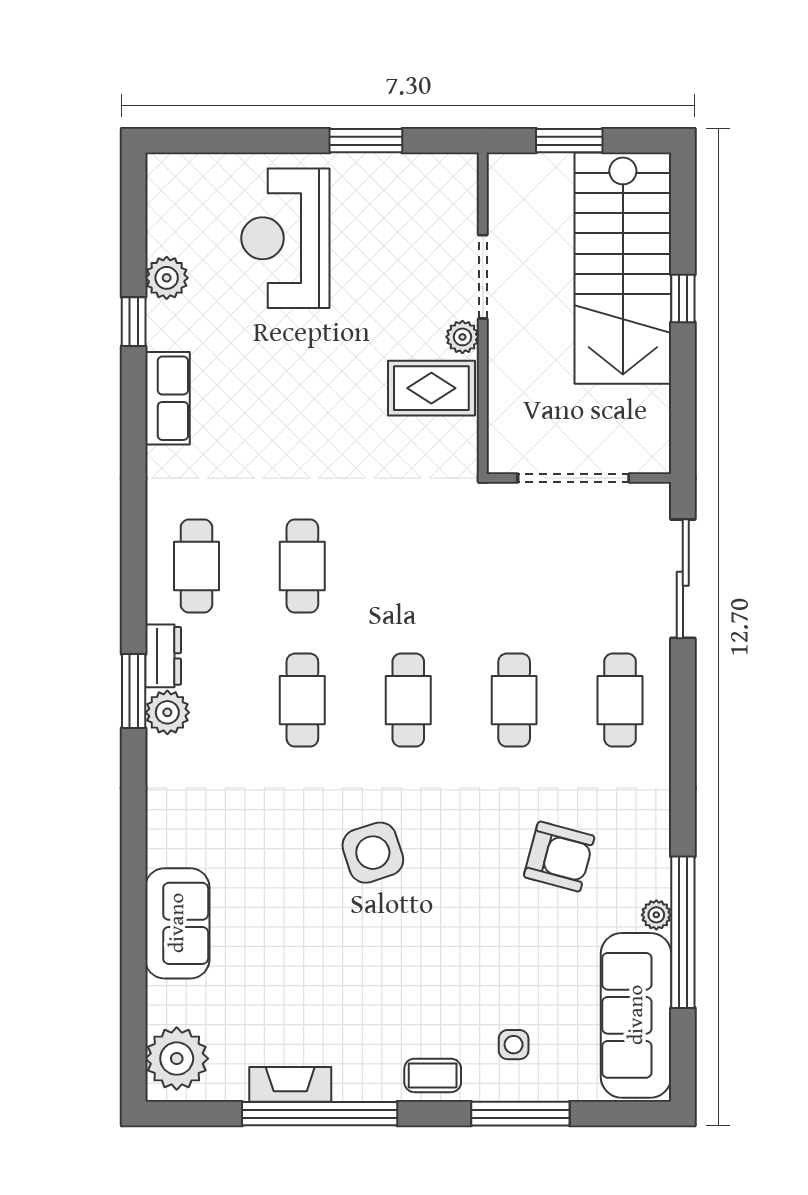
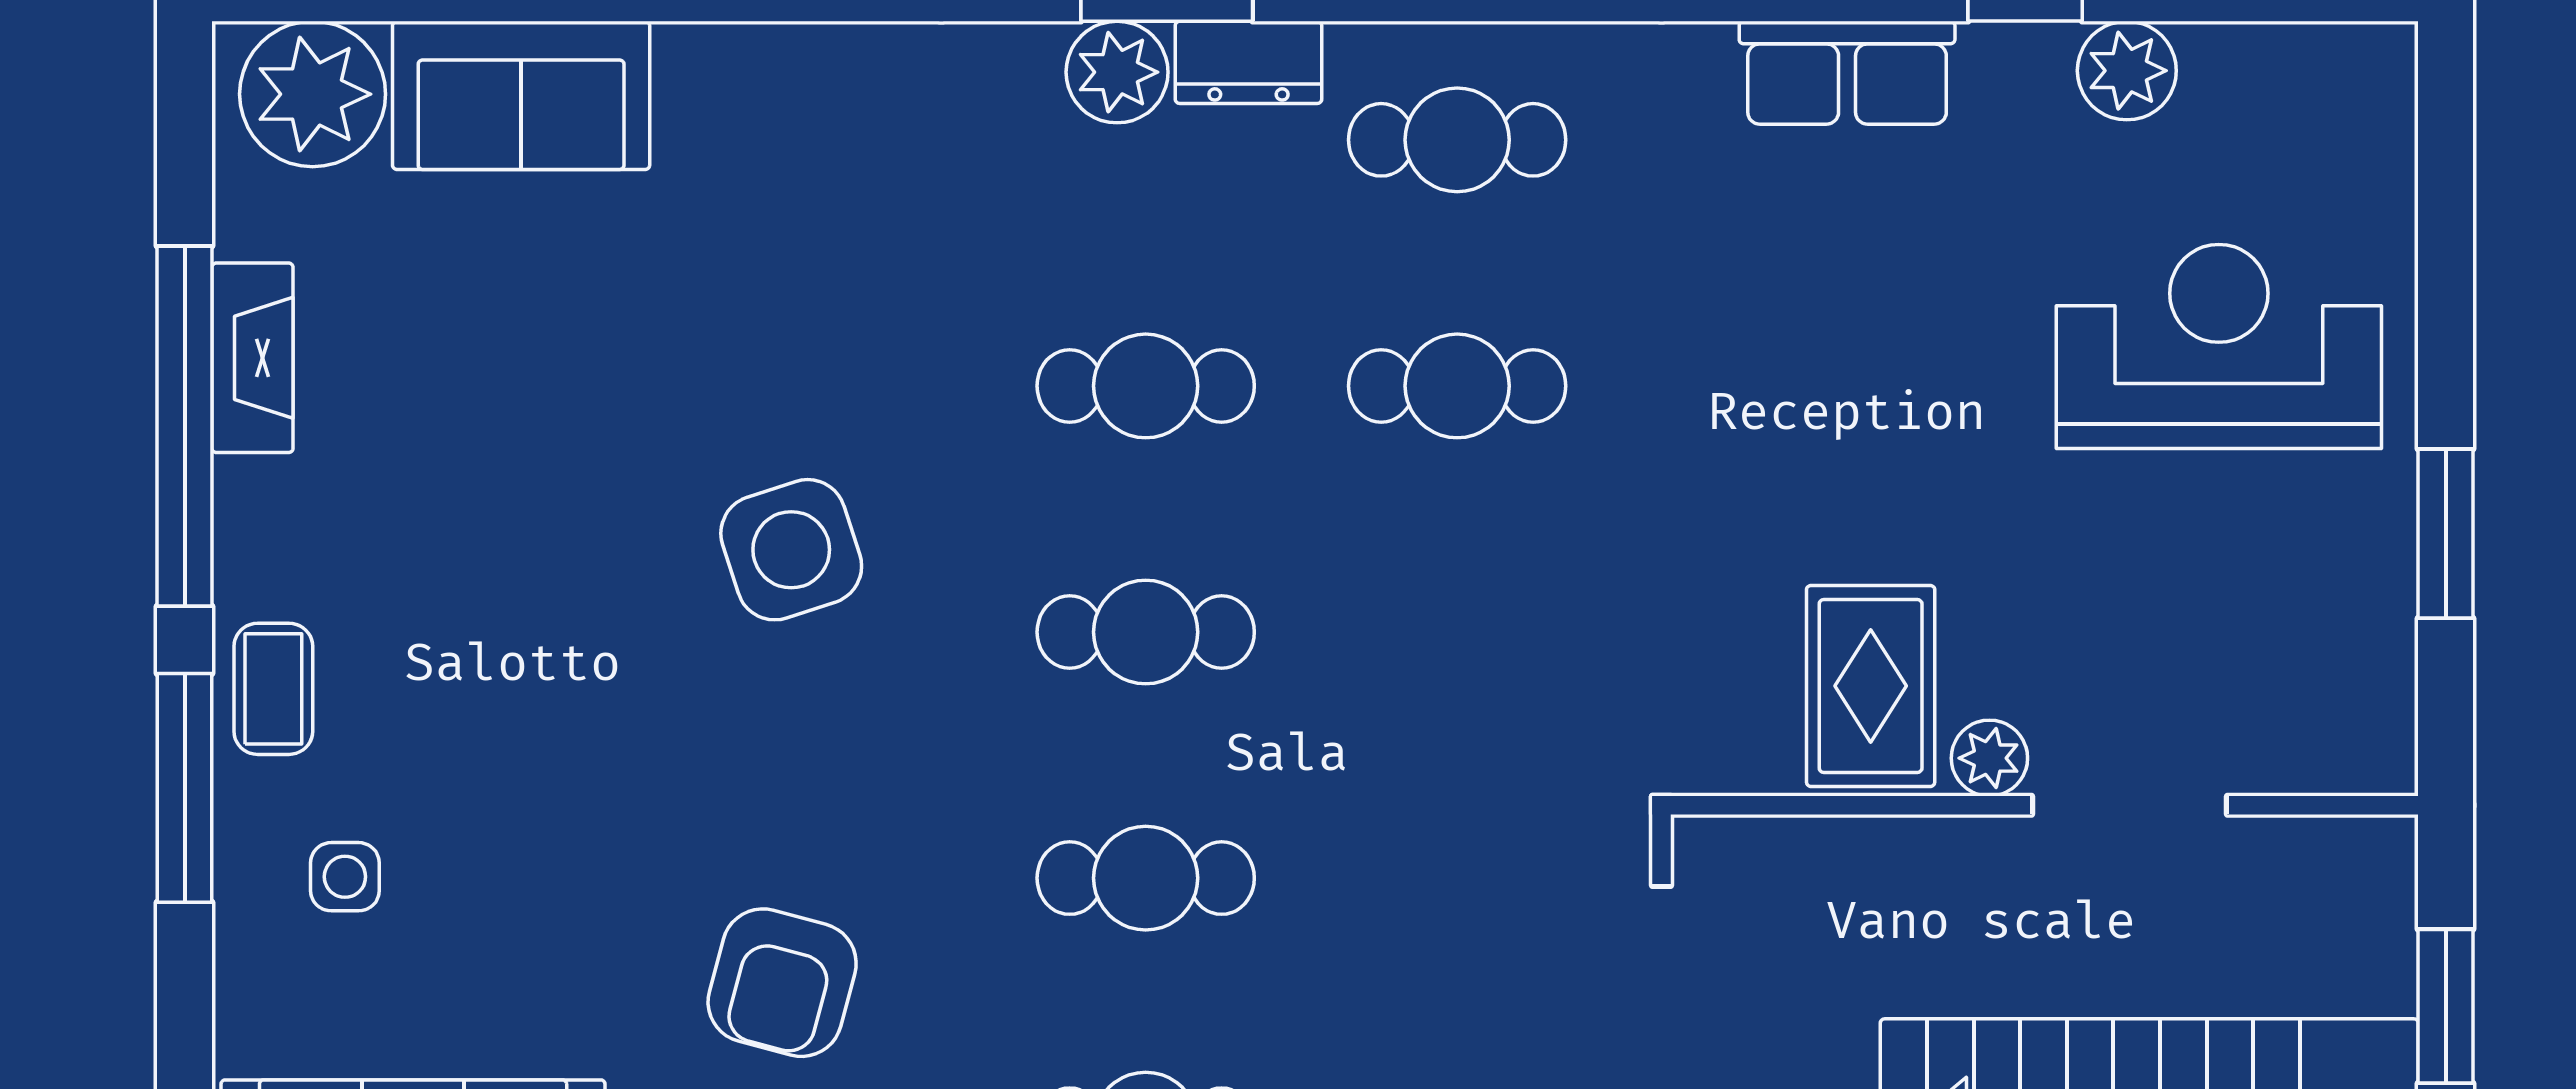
sofa: (177, 923) -> (521, 95), moved
window: (520, 1114) -> (185, 788), moved

